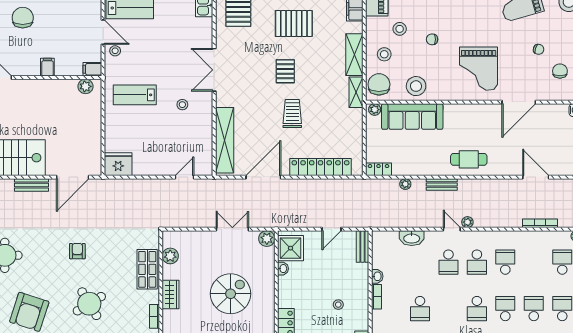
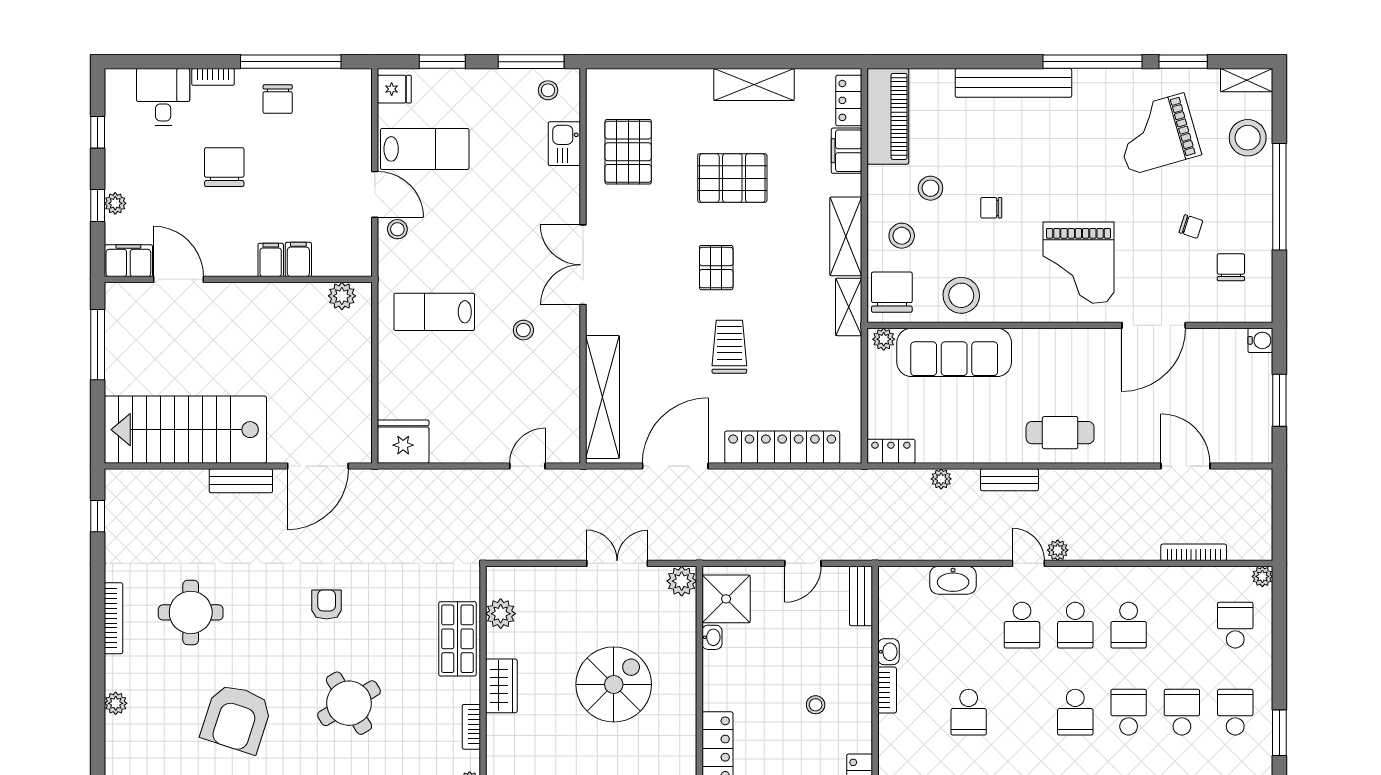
filing cabinet: (92, 69) -> (298, 259), moved, turned 90
school desk: (505, 262) -> (1129, 625), turned 180

